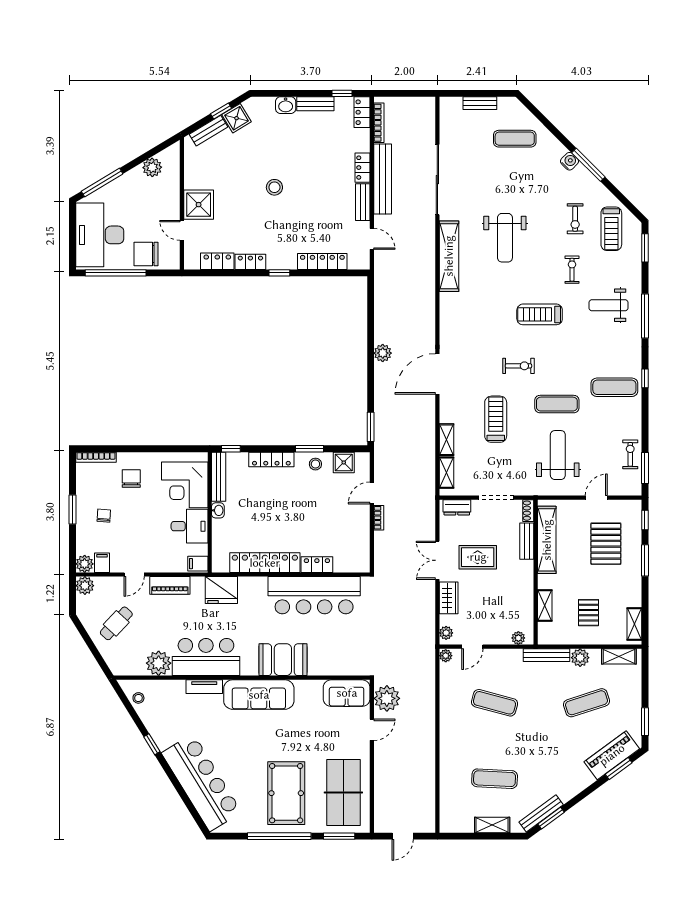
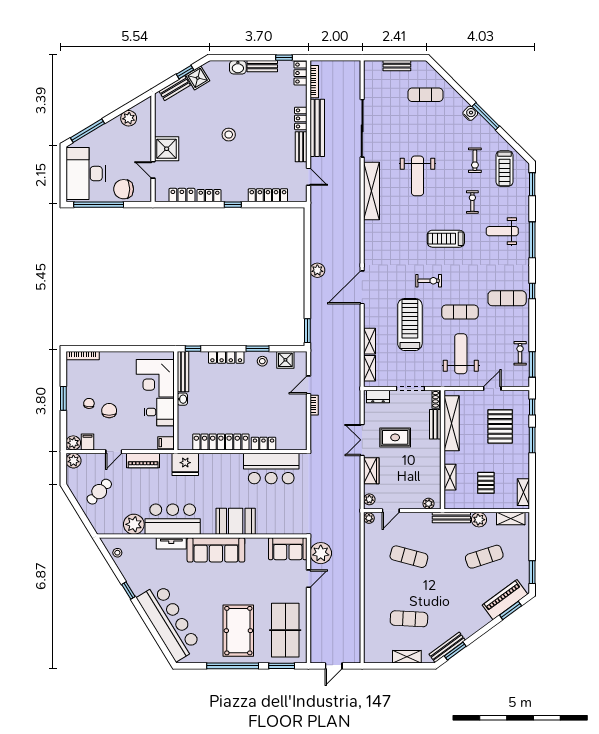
treadmill: (496, 419) -> (410, 324), width x1.37, depth x1.38
chair: (131, 479) -> (109, 411), moved
bar counter: (314, 595) -> (271, 469), width x0.73

